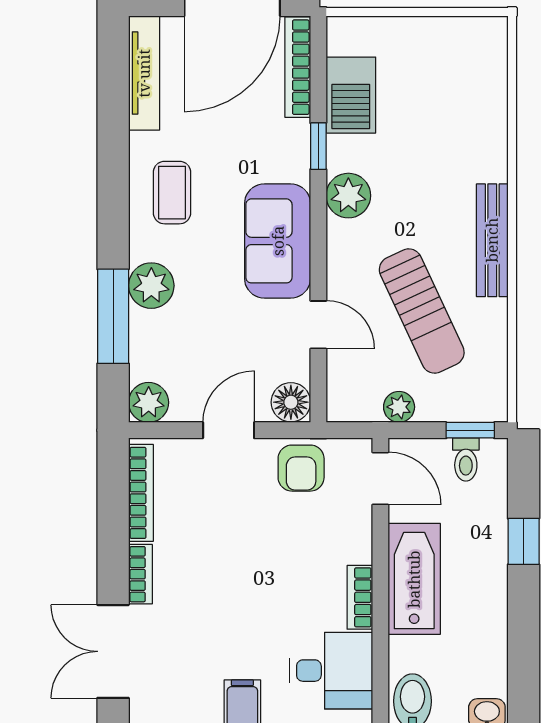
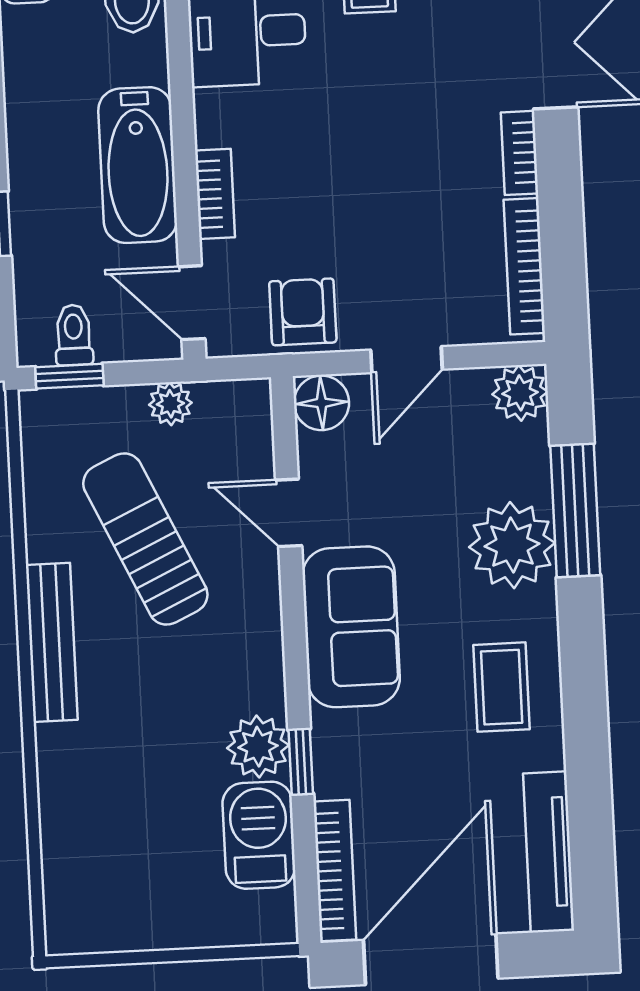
plant: (348, 196) -> (258, 747), moved
plant: (151, 286) -> (512, 545), width x1.36, depth x1.36
bookcase: (360, 597) -> (215, 194), moved

